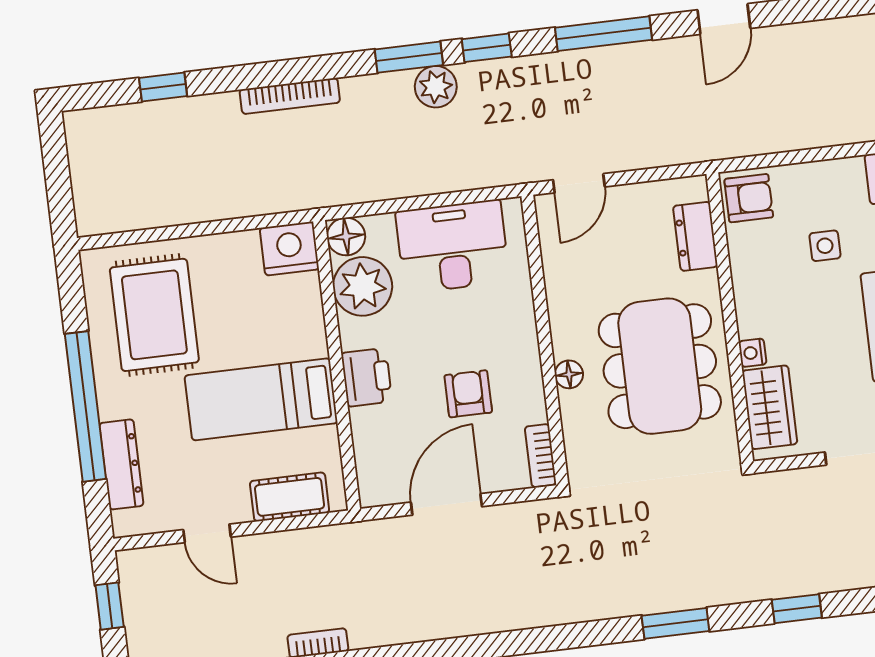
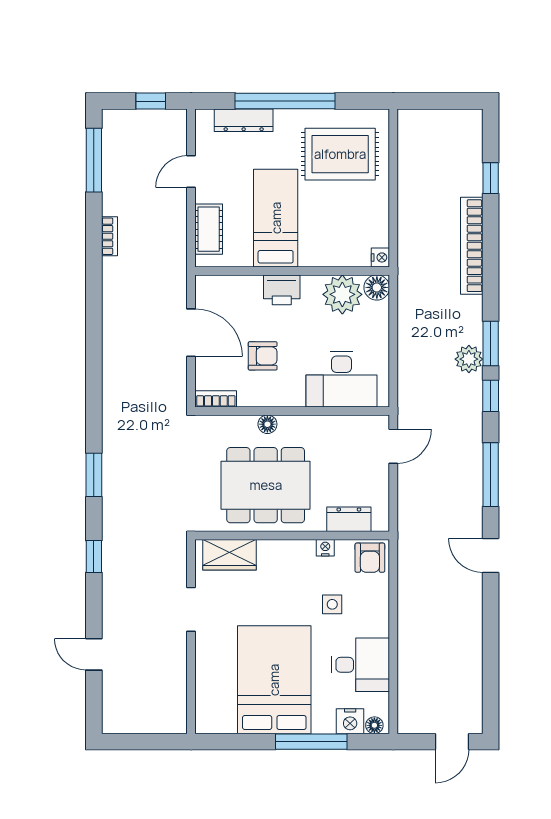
bookcase: (290, 96) -> (472, 246), width x1.48, depth x1.31
door: (579, 183) -> (393, 446), swing flipped
desk: (453, 246) -> (341, 379), moved, turned 90
nightstand: (289, 249) -> (380, 257), width x0.53, depth x0.56
nightstand: (753, 353) -> (325, 548), moved

